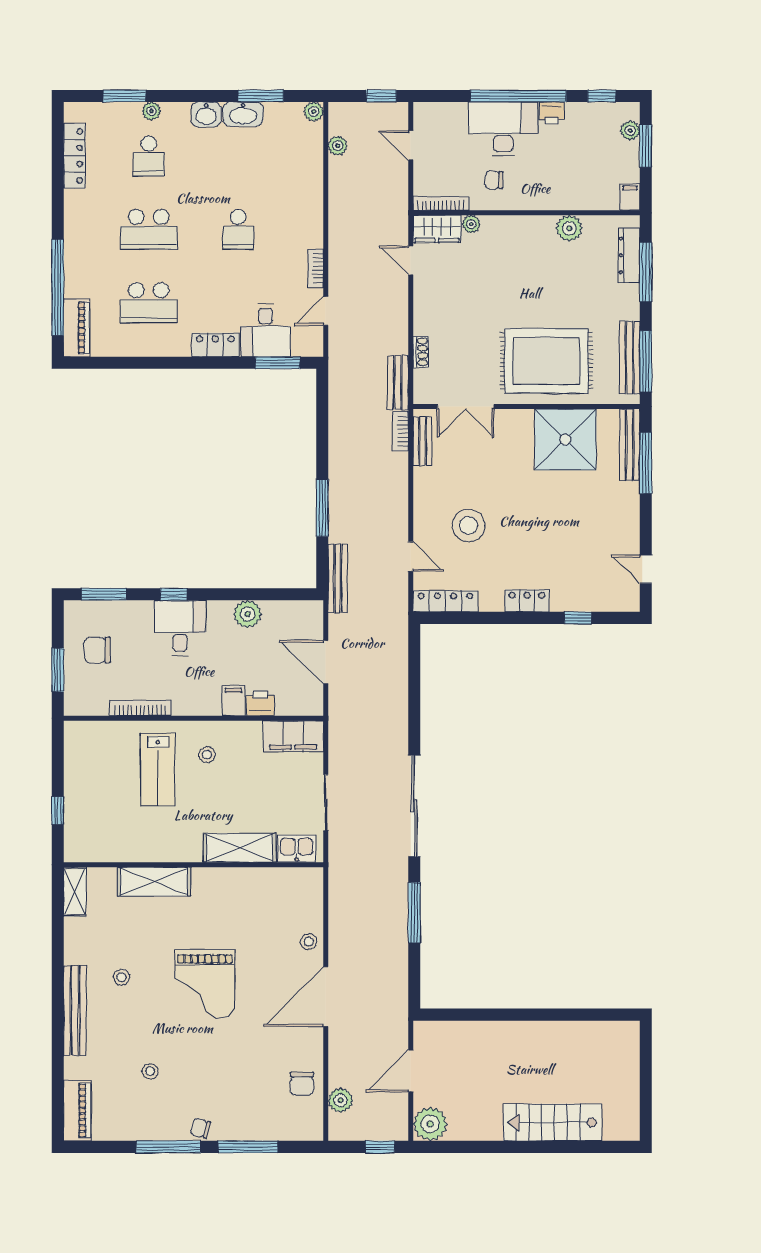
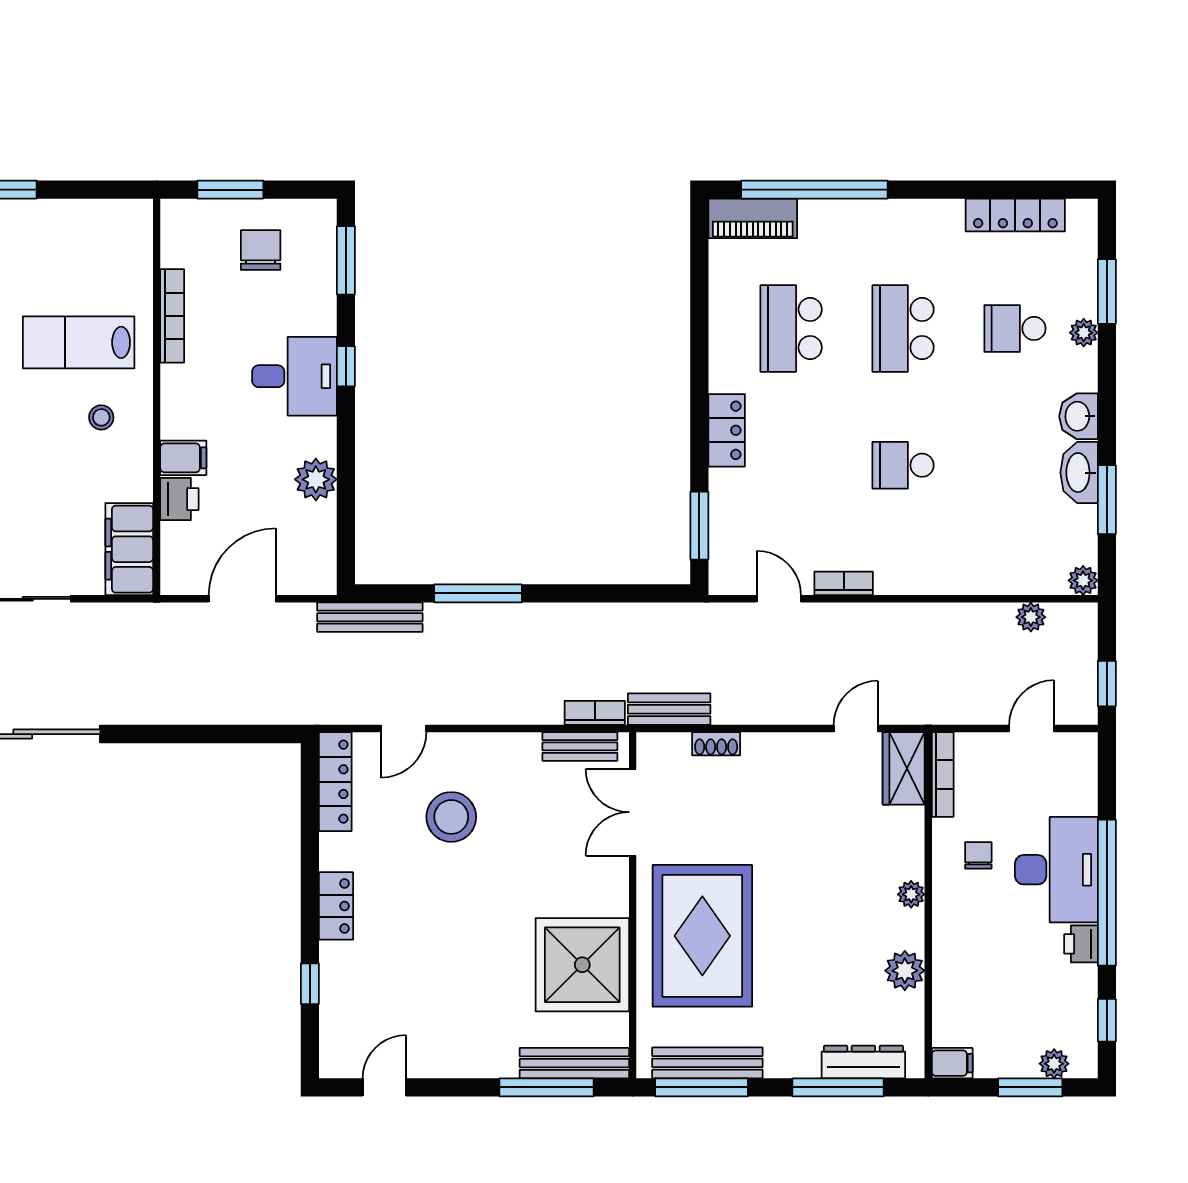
plant: (471, 224) -> (911, 894), moved
desk: (266, 330) -> (749, 507), removed

